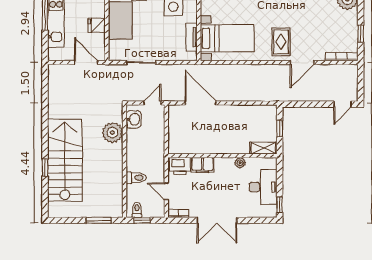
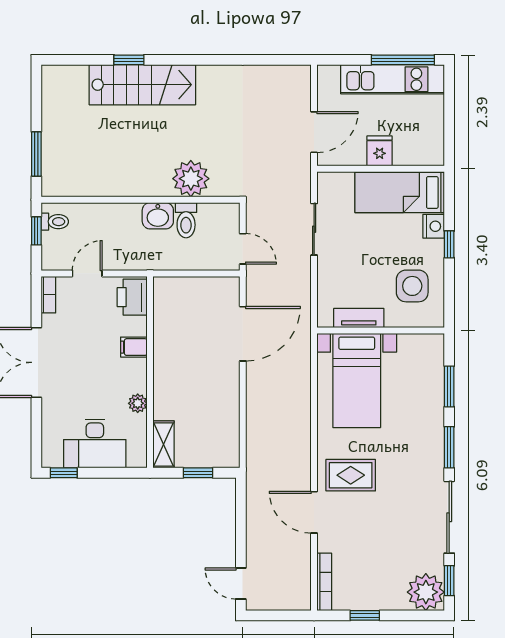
washbasin: (134, 119) -> (158, 216), moved
stairs: (65, 160) -> (142, 85), width x0.73, depth x0.66
filing cabinet: (202, 165) -> (134, 347), width x0.50
toilet: (136, 178) -> (186, 220), moved

